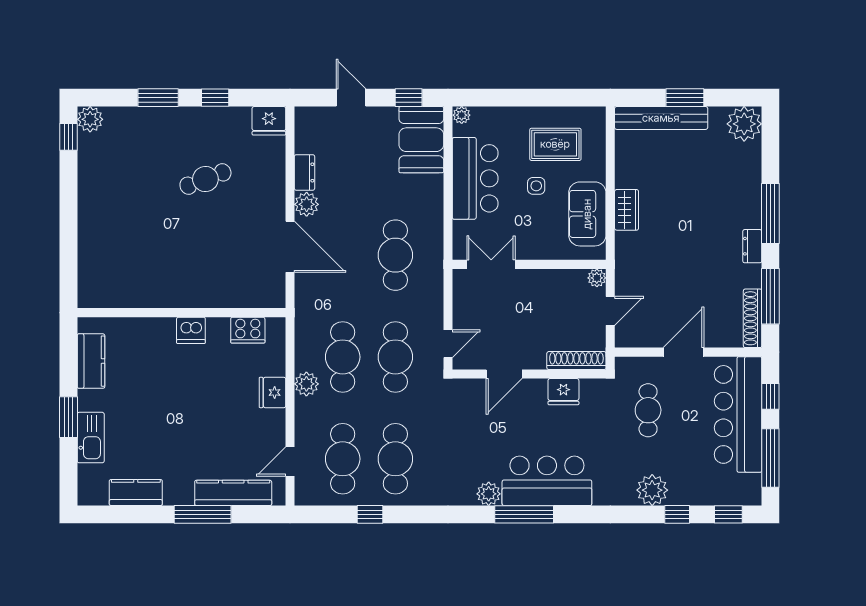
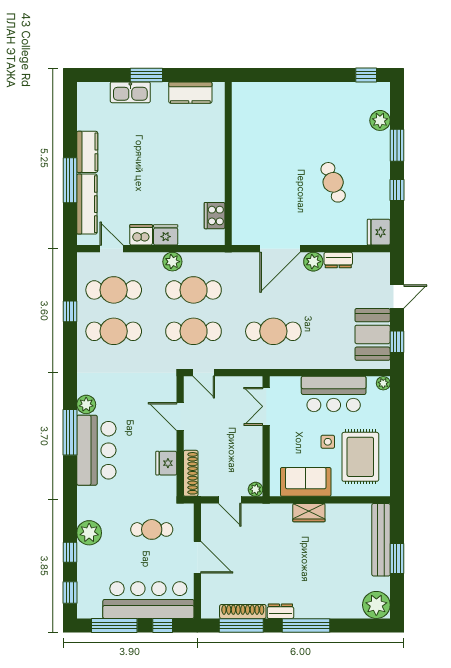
plant: (90, 119) -> (380, 120), moved
booth: (421, 140) -> (373, 334), moved, turned 90
rug: (555, 144) -> (360, 457), width x1.36, depth x1.43
double door: (491, 264) -> (266, 406), swing flipped
shoe rack: (753, 318) -> (243, 612), moved
dishwasher: (191, 330) -> (141, 235), moved, turned 90
kitchen counter: (136, 492) -> (87, 152), moved

